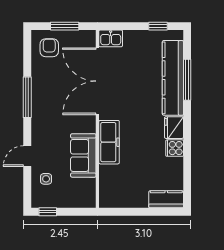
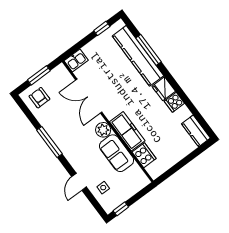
double door: (97, 81) -> (89, 96), width x0.73
plant: (87, 124) -> (103, 130), added
cooker: (108, 177) -> (144, 155), added
kitchen counter: (166, 199) -> (196, 131), moved, turned -90

